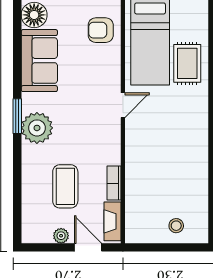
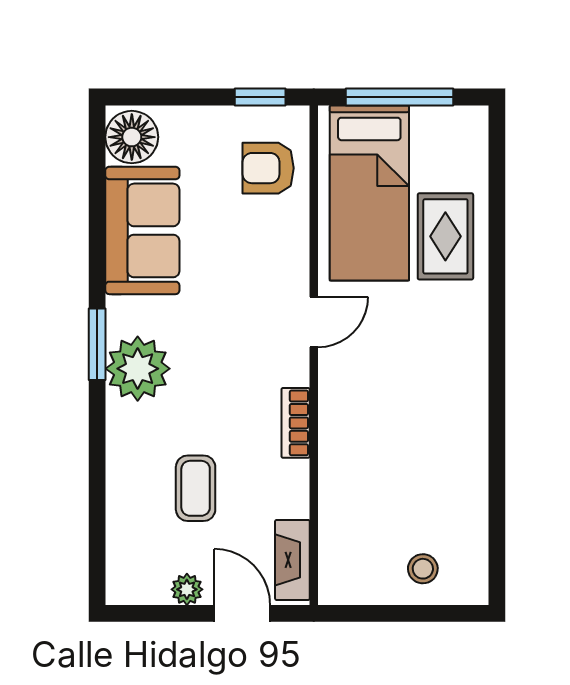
bookcase: (114, 183) -> (296, 423), moved
coffee table: (65, 186) -> (196, 488), width x0.73, depth x0.77

